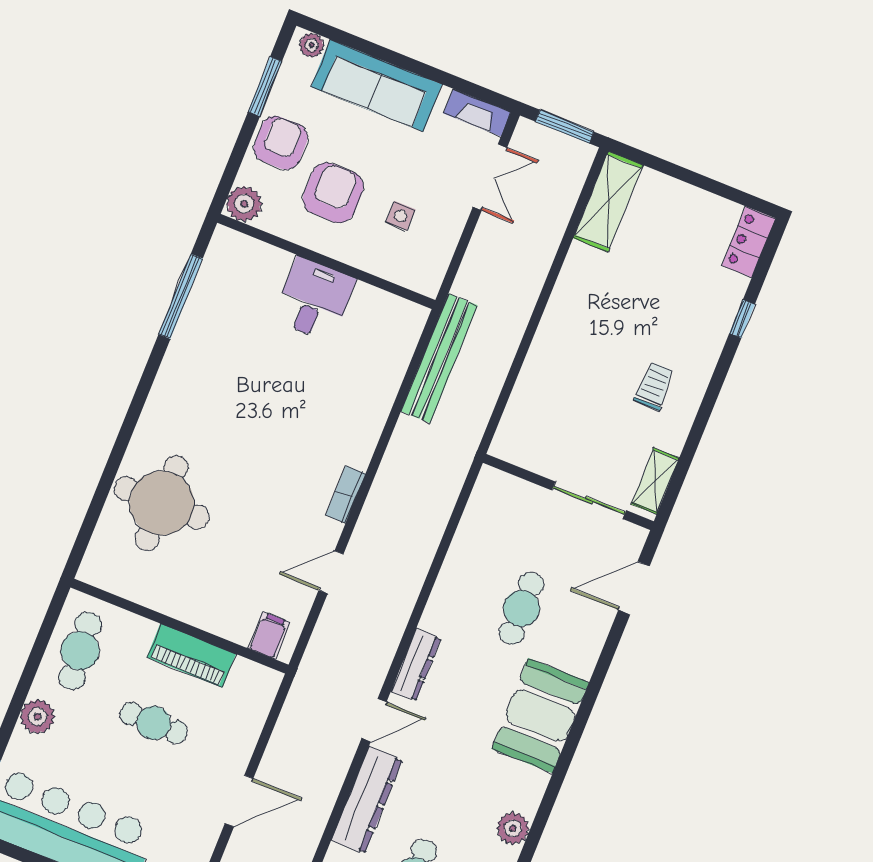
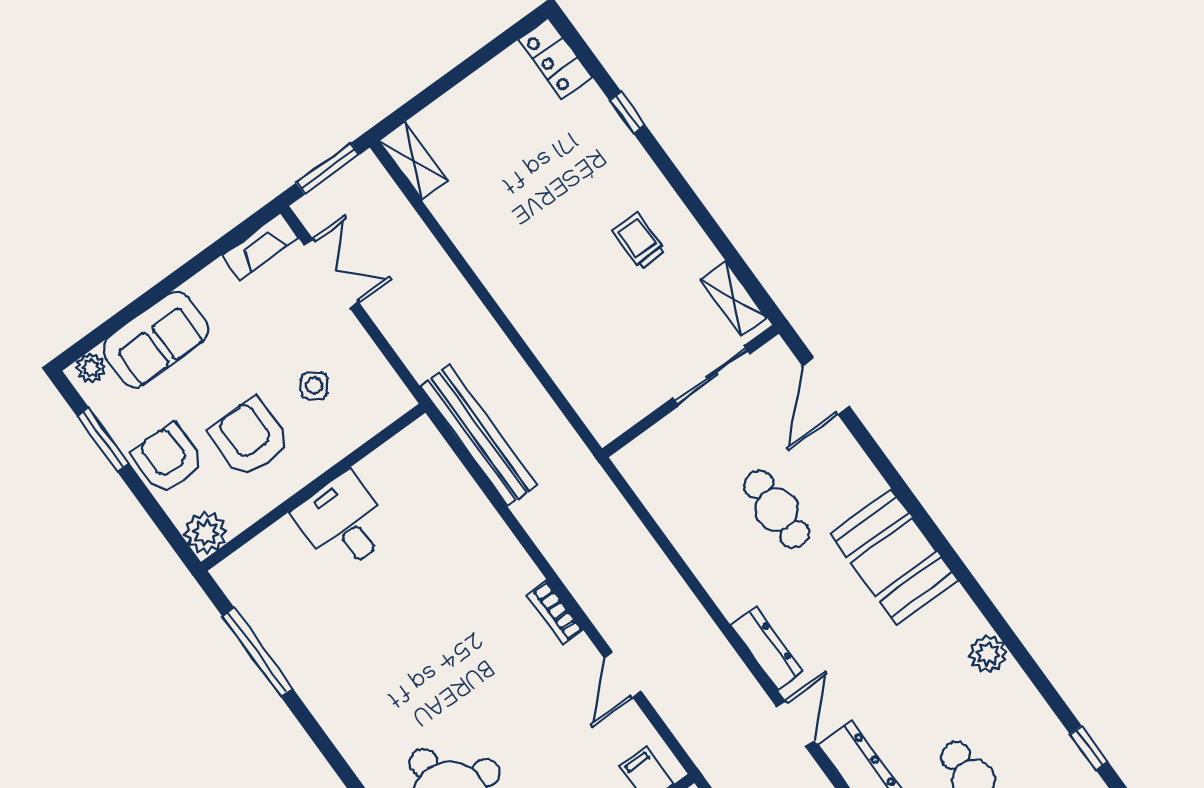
sofa: (377, 86) -> (156, 340), width x0.73
shelving: (608, 202) -> (413, 161), width x0.67, depth x0.75
side table: (401, 216) -> (314, 386), turned 37

